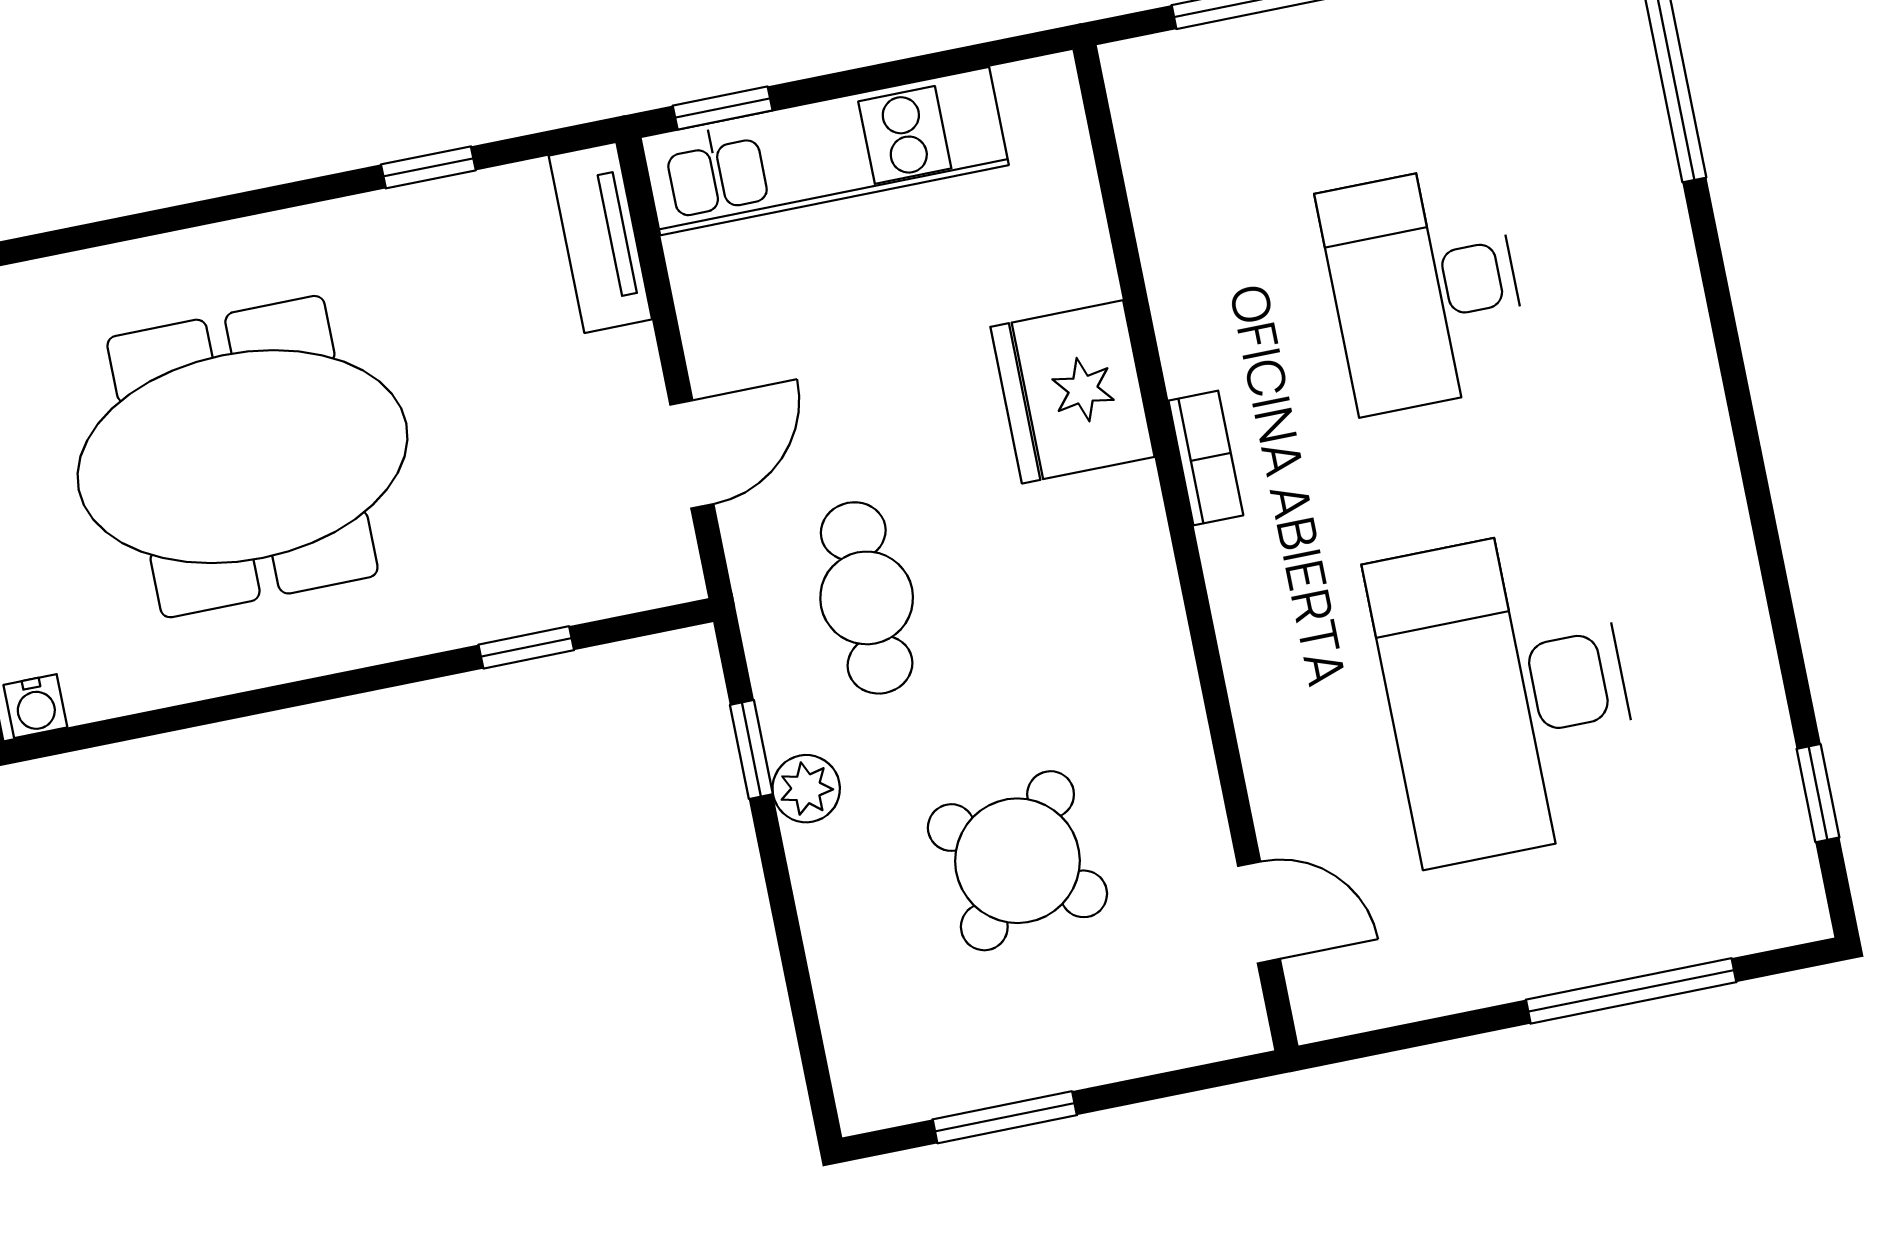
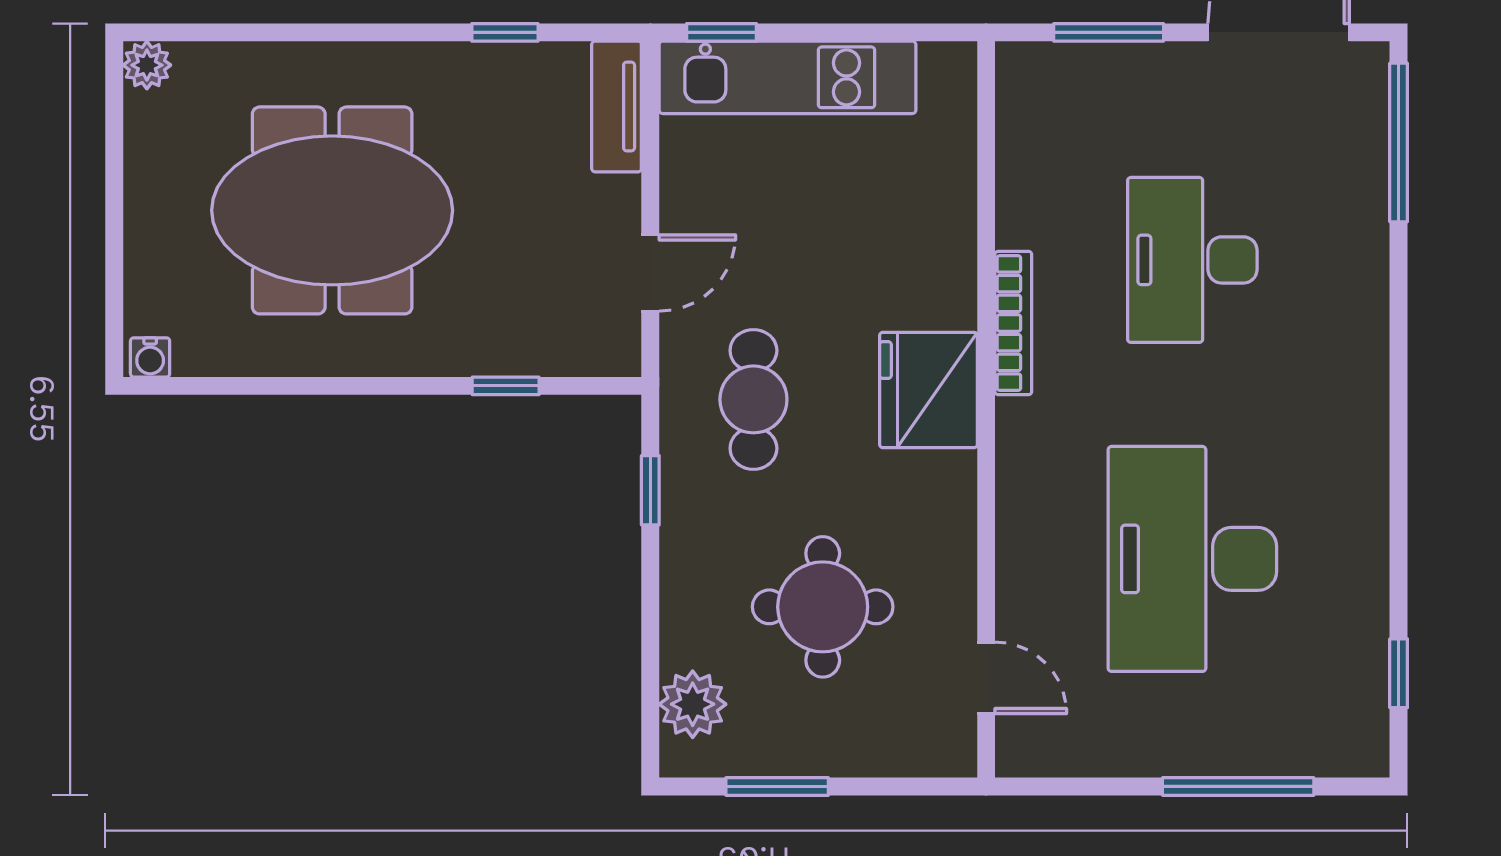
fridge: (1072, 392) -> (928, 390), moved
bookcase: (1206, 458) -> (1013, 323), width x1.56
plant: (806, 789) -> (693, 704), moved, width x1.38, depth x1.38
round table: (1017, 861) -> (823, 607), turned -38

